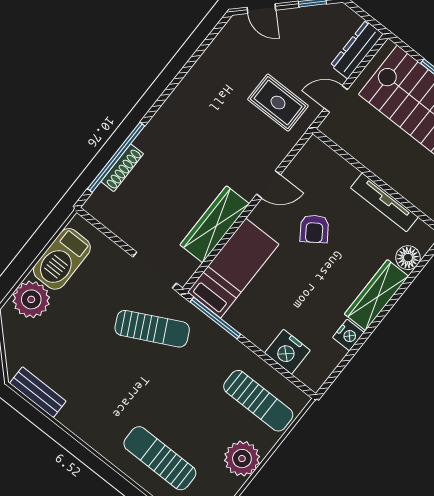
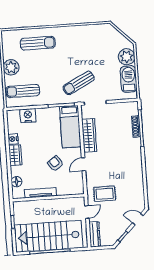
wardrobe: (376, 295) -> (15, 155), width x0.67
bench: (38, 392) -> (97, 29), removed

